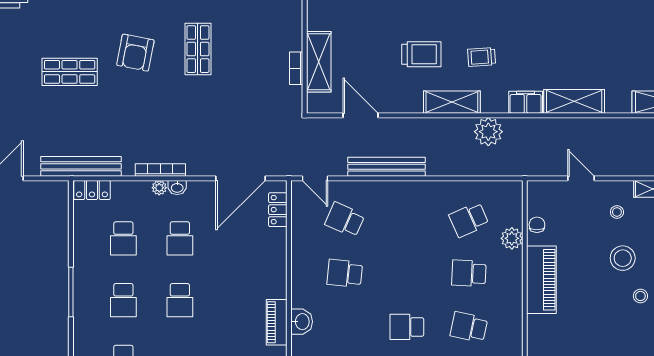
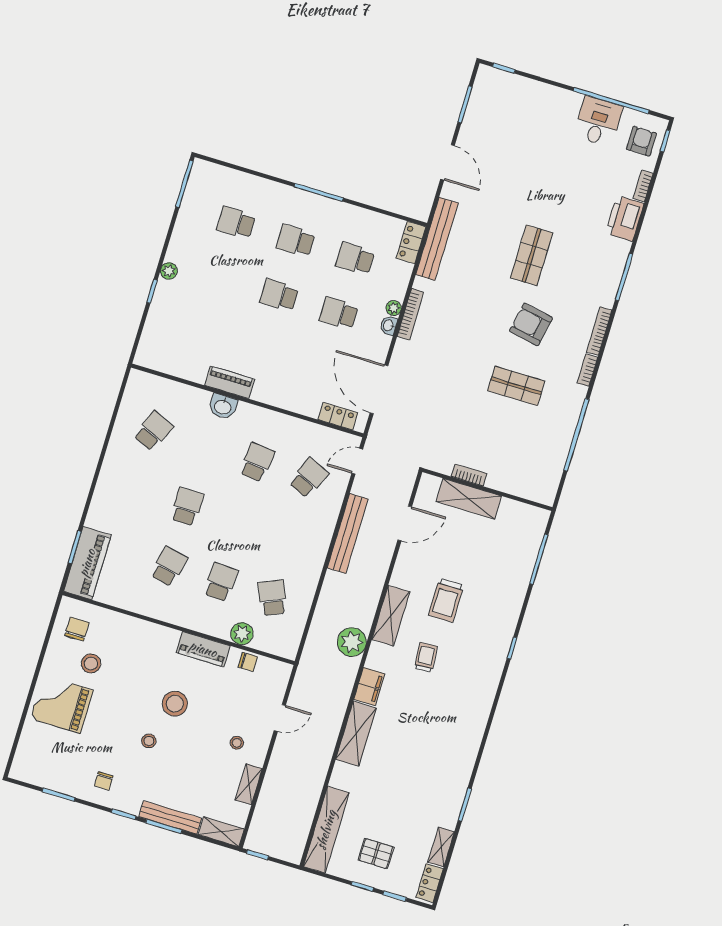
stool: (623, 258) -> (175, 704), moved
piano: (541, 280) -> (203, 649), width x0.73, depth x0.75

